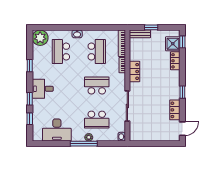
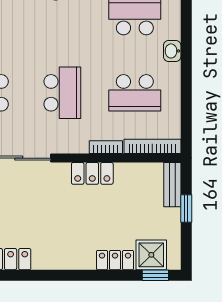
window: (182, 92) -> (48, 275), removed

